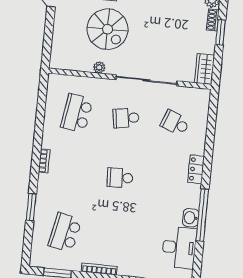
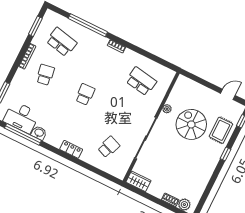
spiral stairs: (107, 29) -> (191, 124), turned 90
window: (220, 32) -> (160, 202), removed
school desk: (126, 118) -> (45, 75), moved
window: (31, 207) -> (88, 25), width x2.11
window: (202, 215) -> (23, 134), moved

